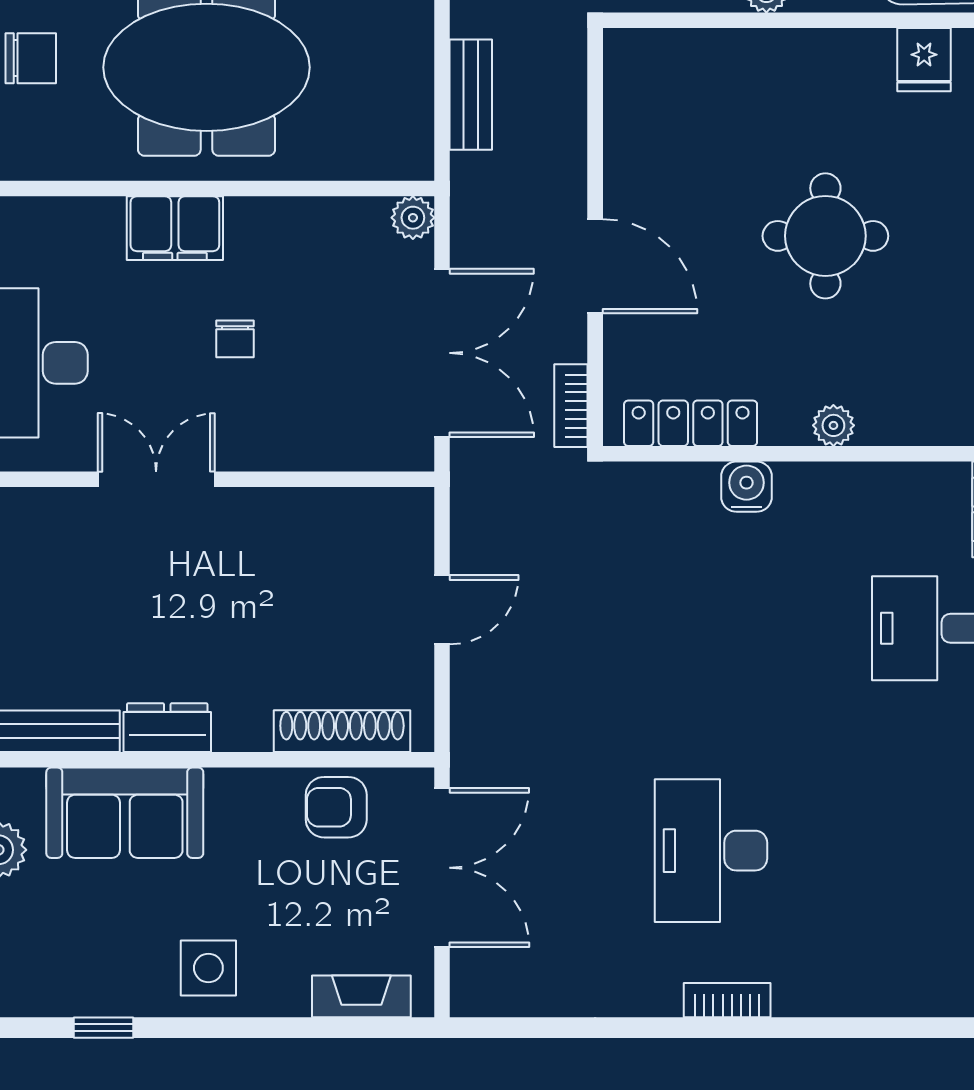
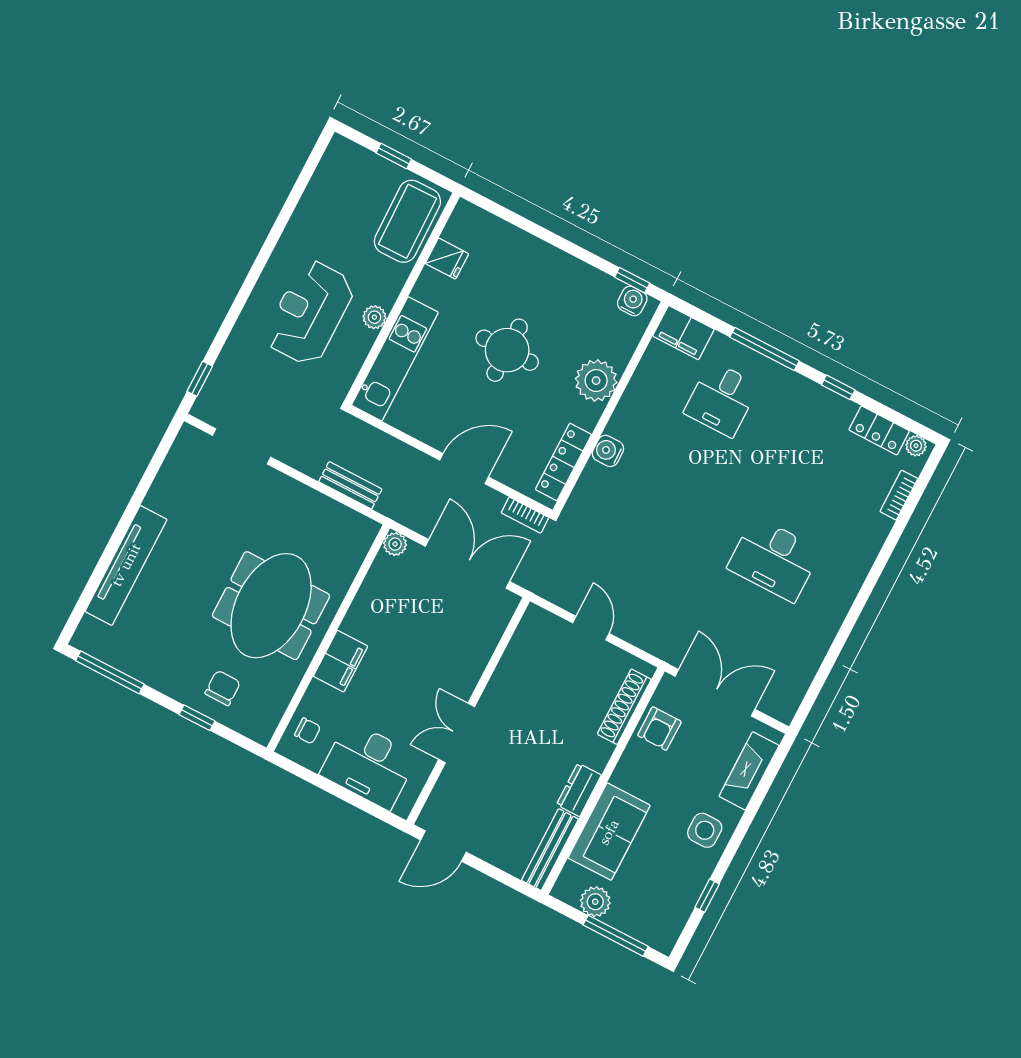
kitchen unit: (716, 60) -> (395, 359), added
chair: (235, 339) -> (308, 731), moved
plant: (833, 425) -> (596, 381), width x1.88, depth x1.88
fireplace: (361, 996) -> (749, 771), width x1.37, depth x1.32
bookcase: (727, 1000) -> (899, 495), moved

